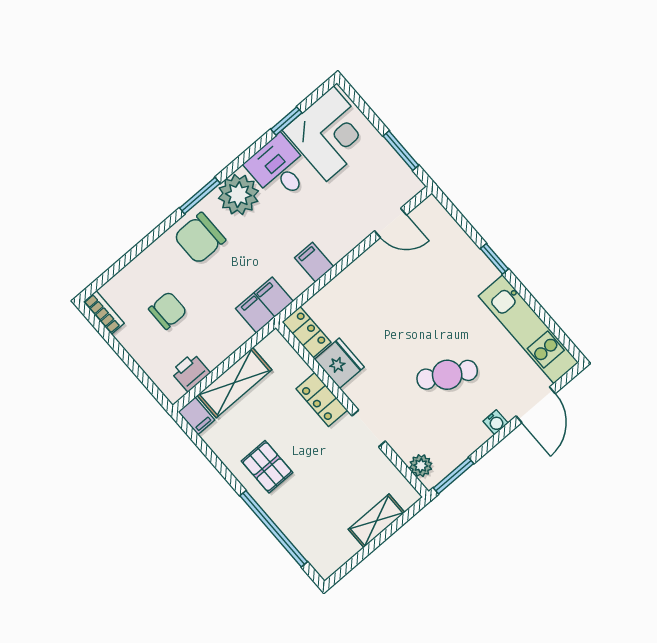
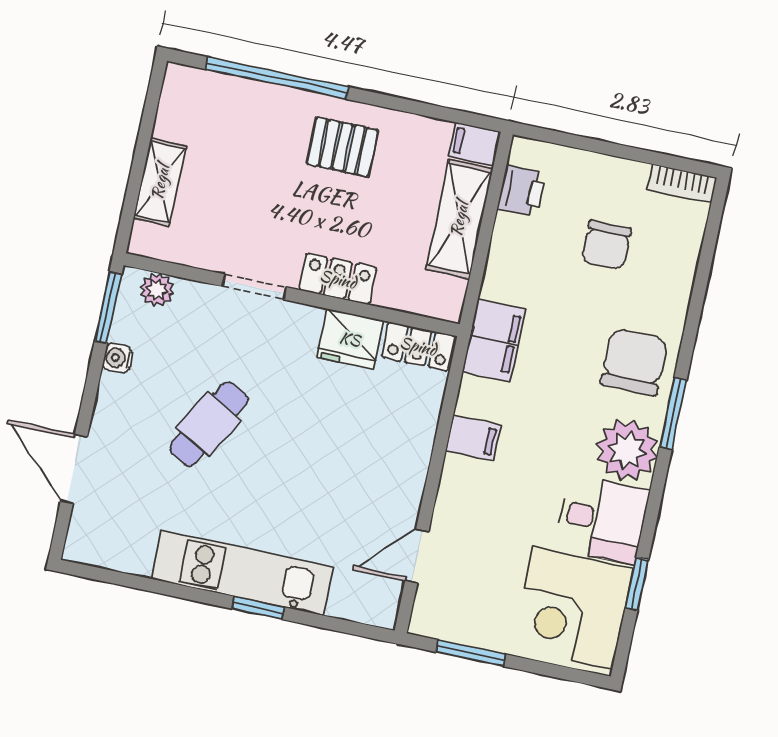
kitchen unit: (528, 329) -> (242, 573), moved
water cooler: (496, 422) -> (118, 358), moved

